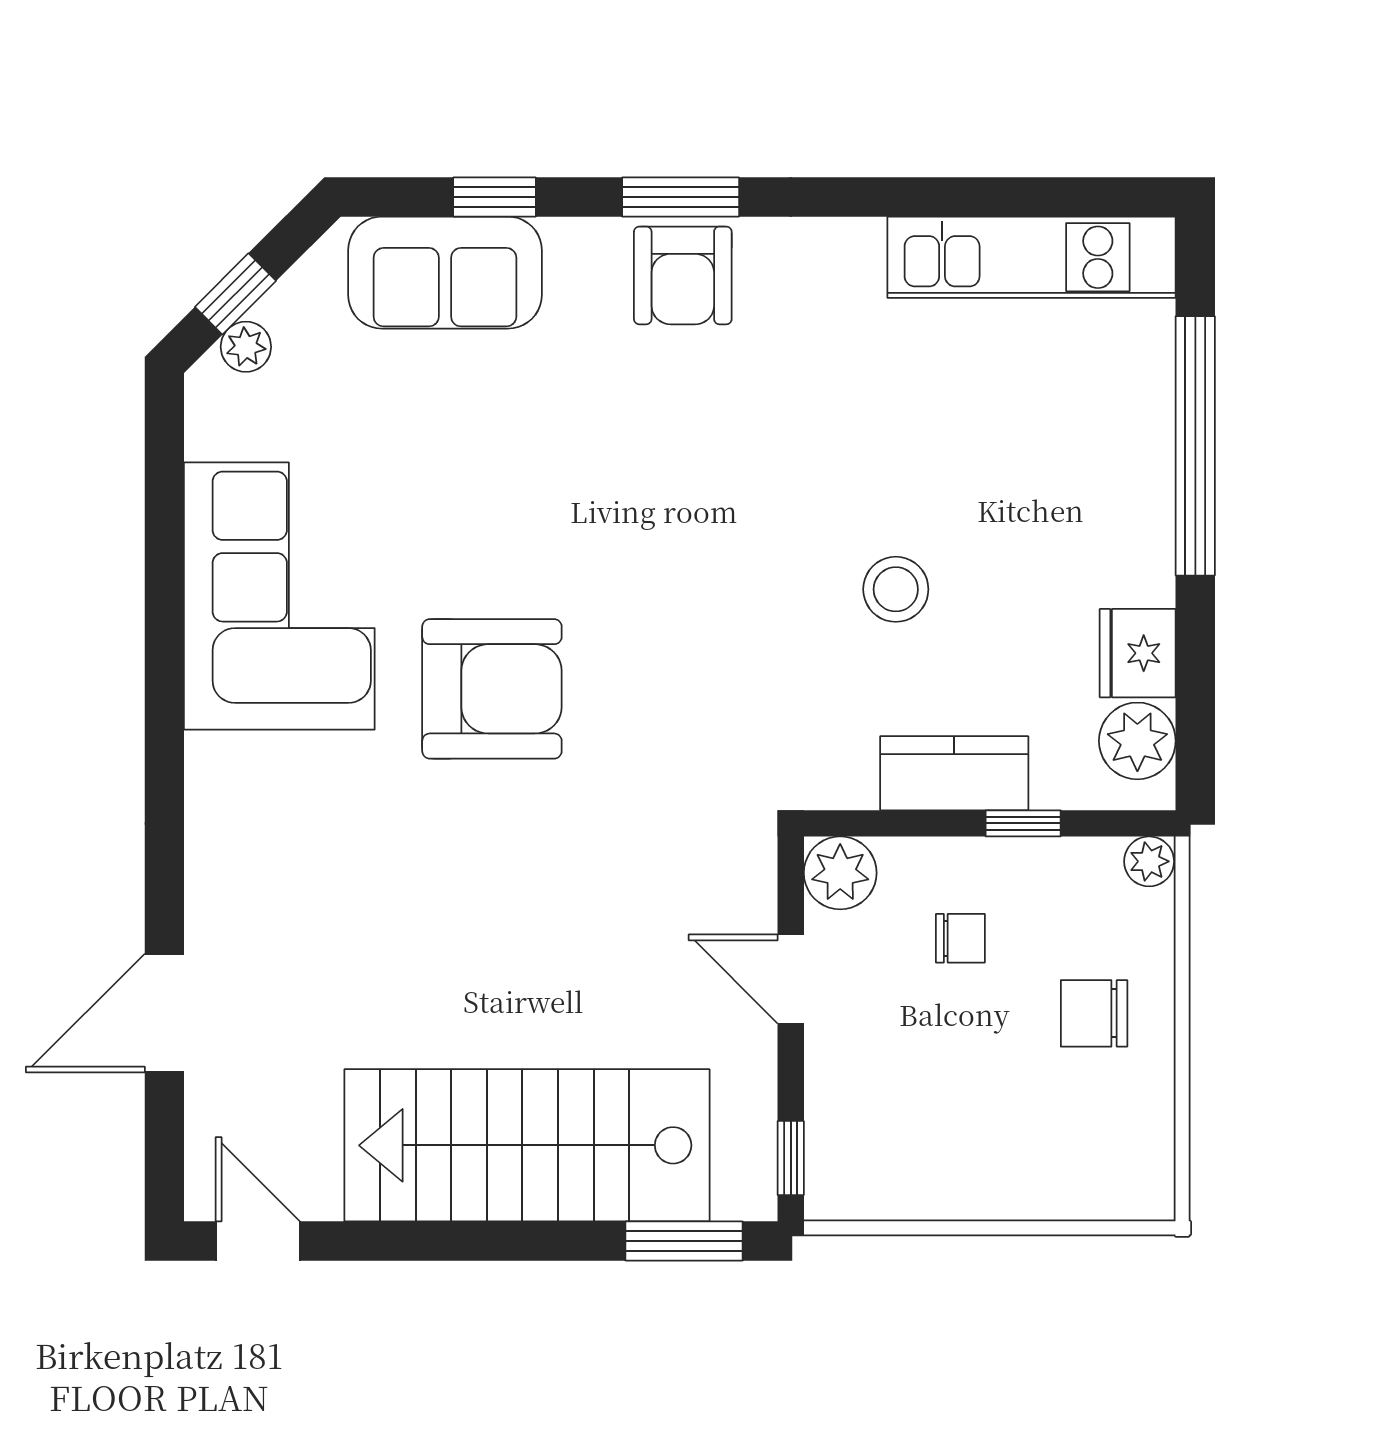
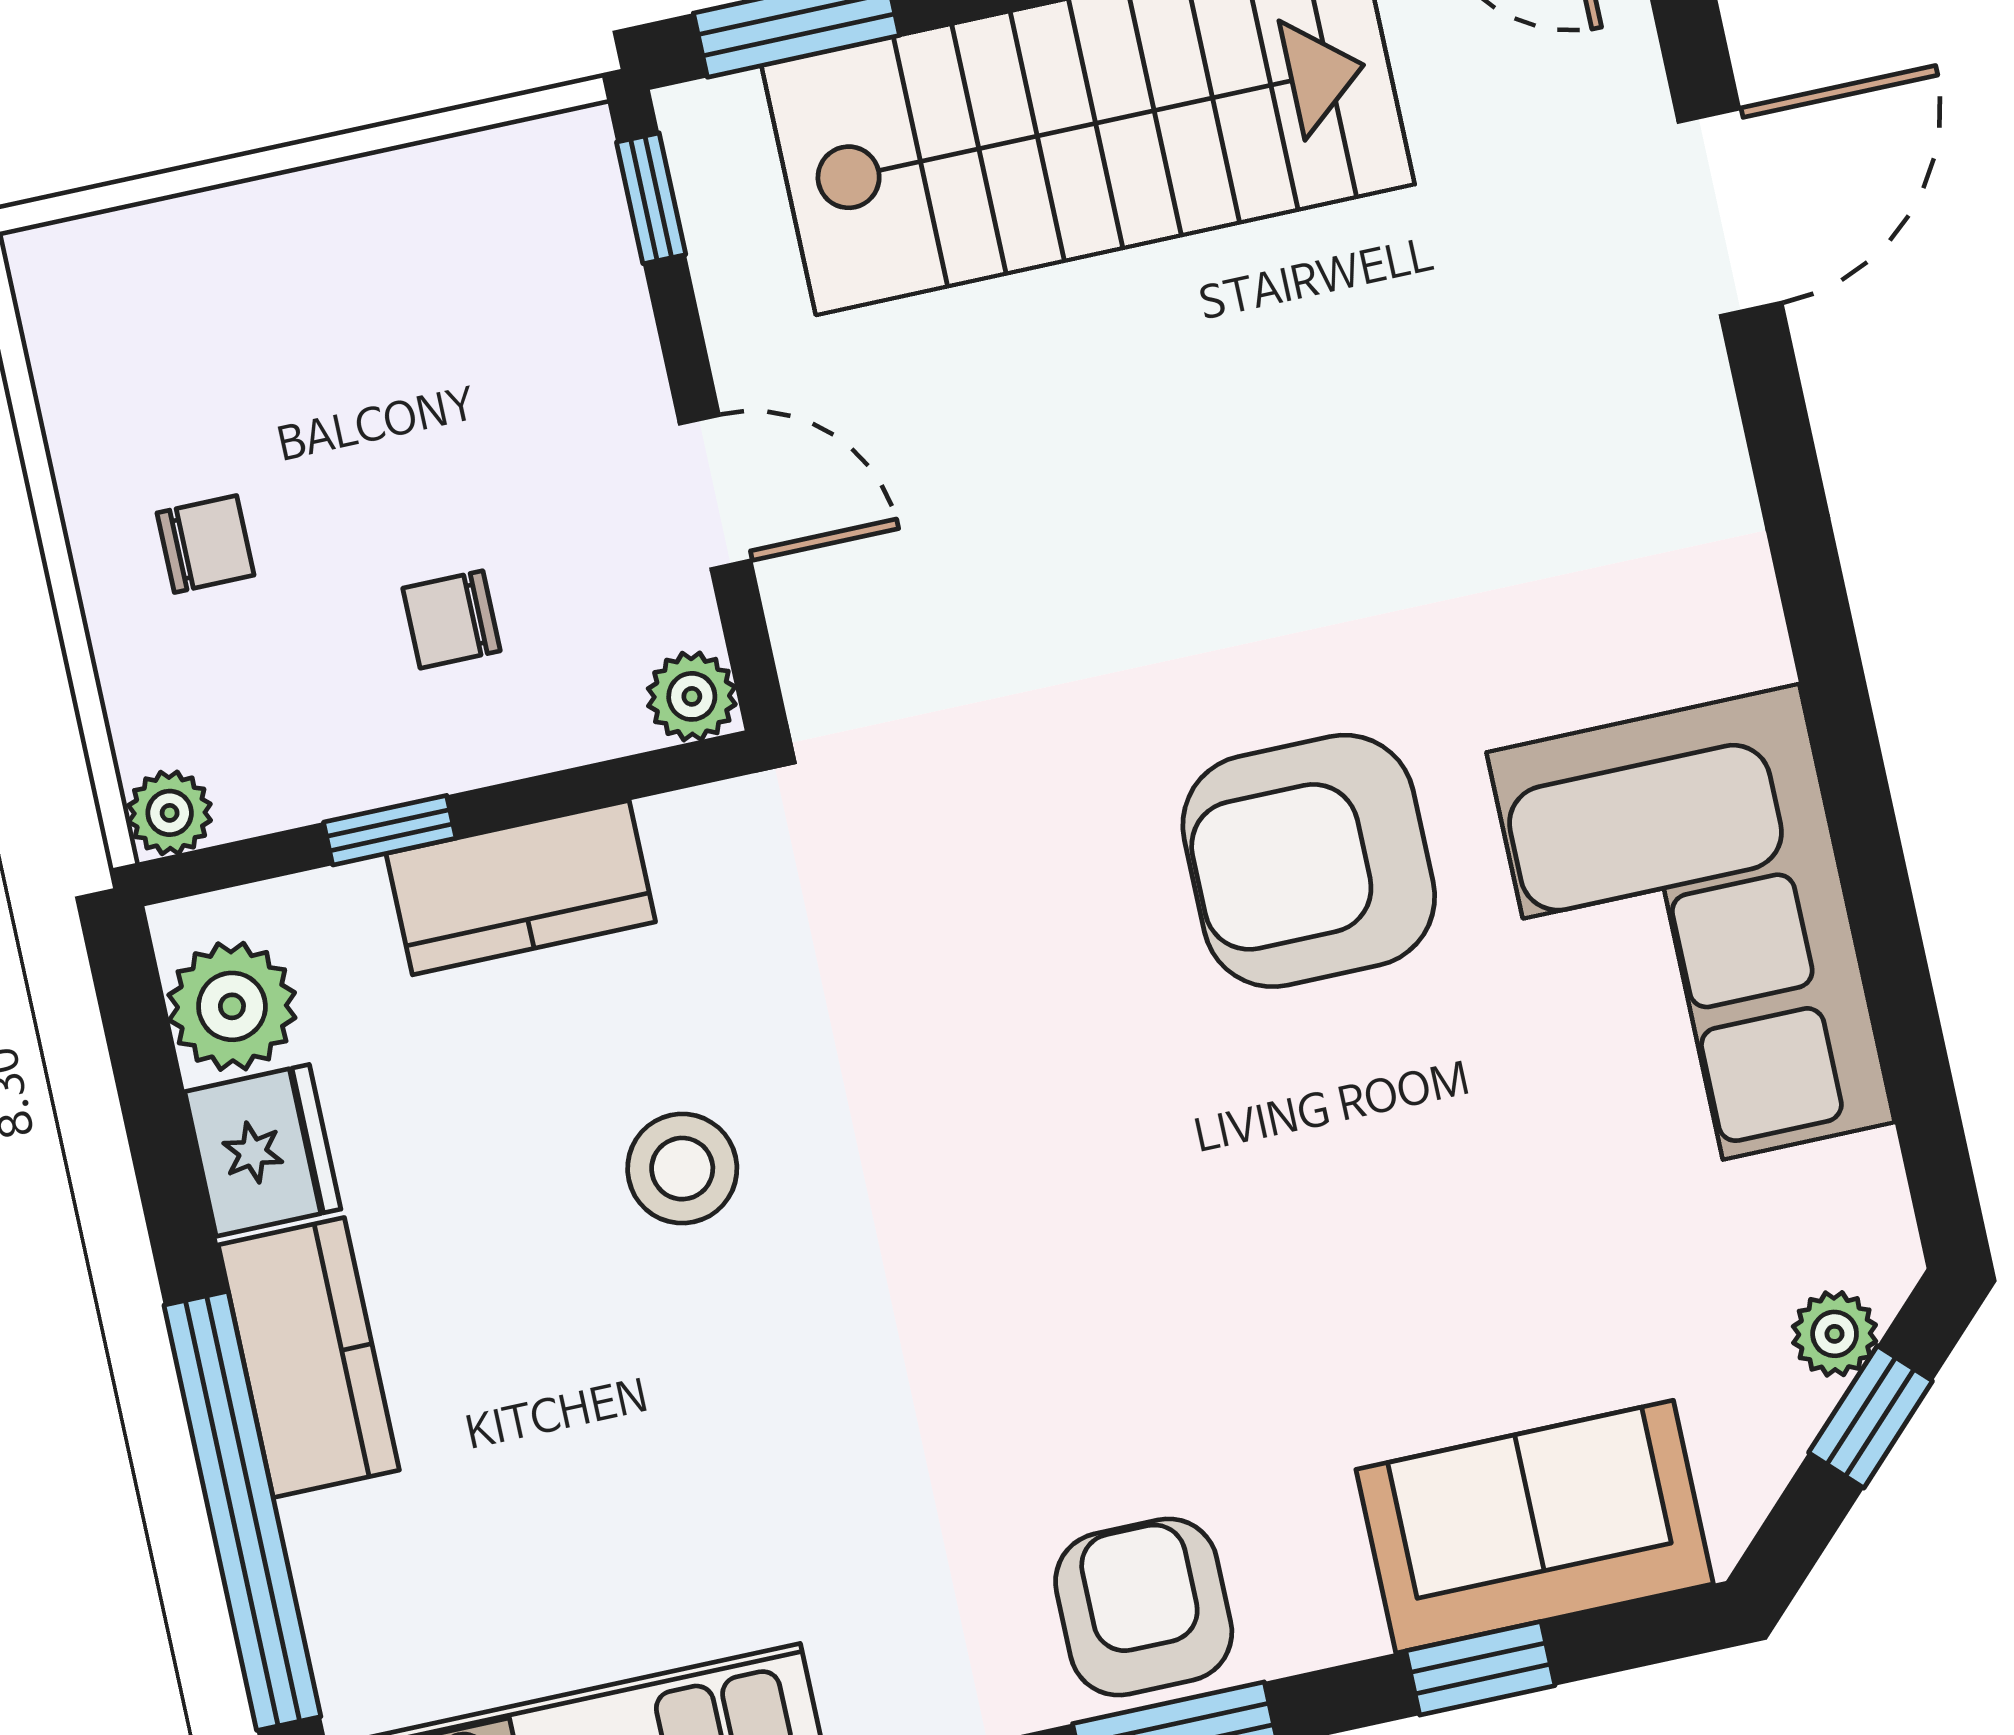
kitchen counter: (1137, 527) -> (309, 1357), added
plant: (840, 873) -> (692, 696), width x0.73, depth x0.73
chair: (1094, 1013) -> (205, 544), width x0.73, depth x0.73

